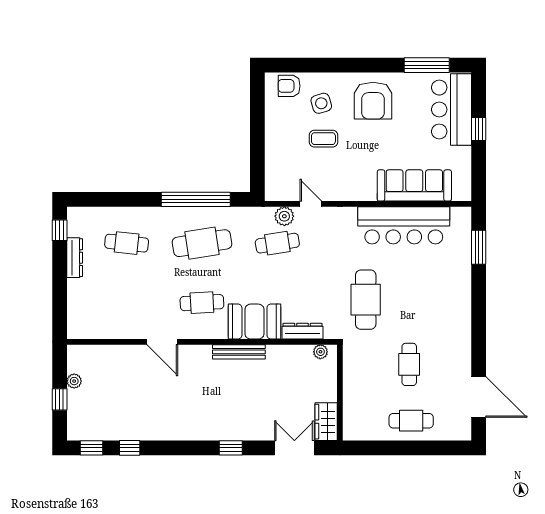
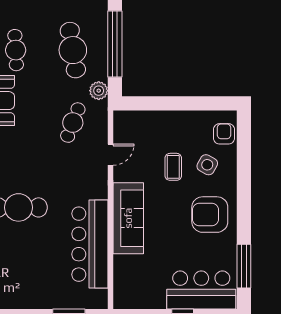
side table: (321, 103) -> (207, 165), turned 45
sofa: (414, 185) -> (128, 218), moved
plant: (284, 216) -> (99, 91), moved
cafe table: (277, 243) -> (73, 123), turned 30

